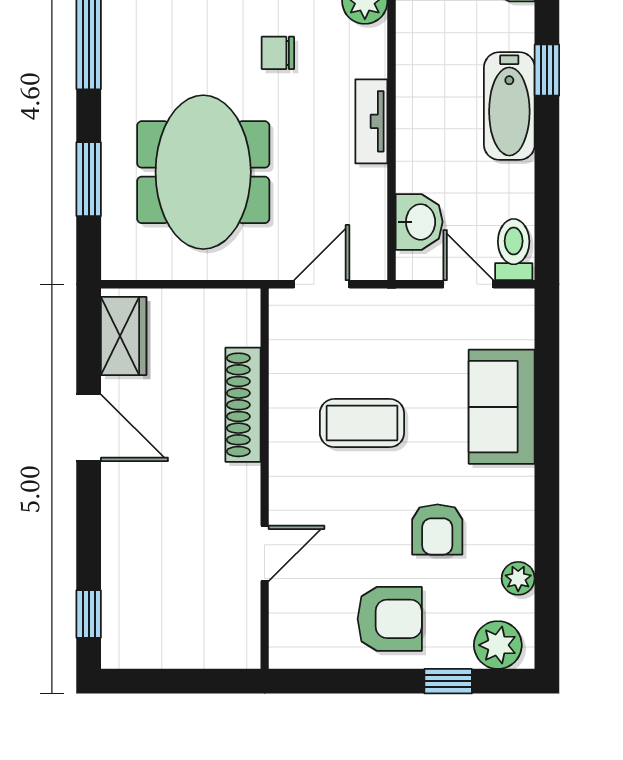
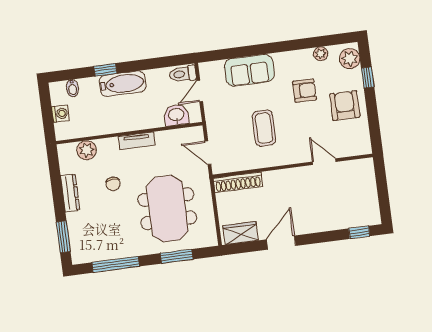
meeting table: (203, 172) -> (167, 209), turned 90
shoe rack: (243, 405) -> (238, 182), moved

